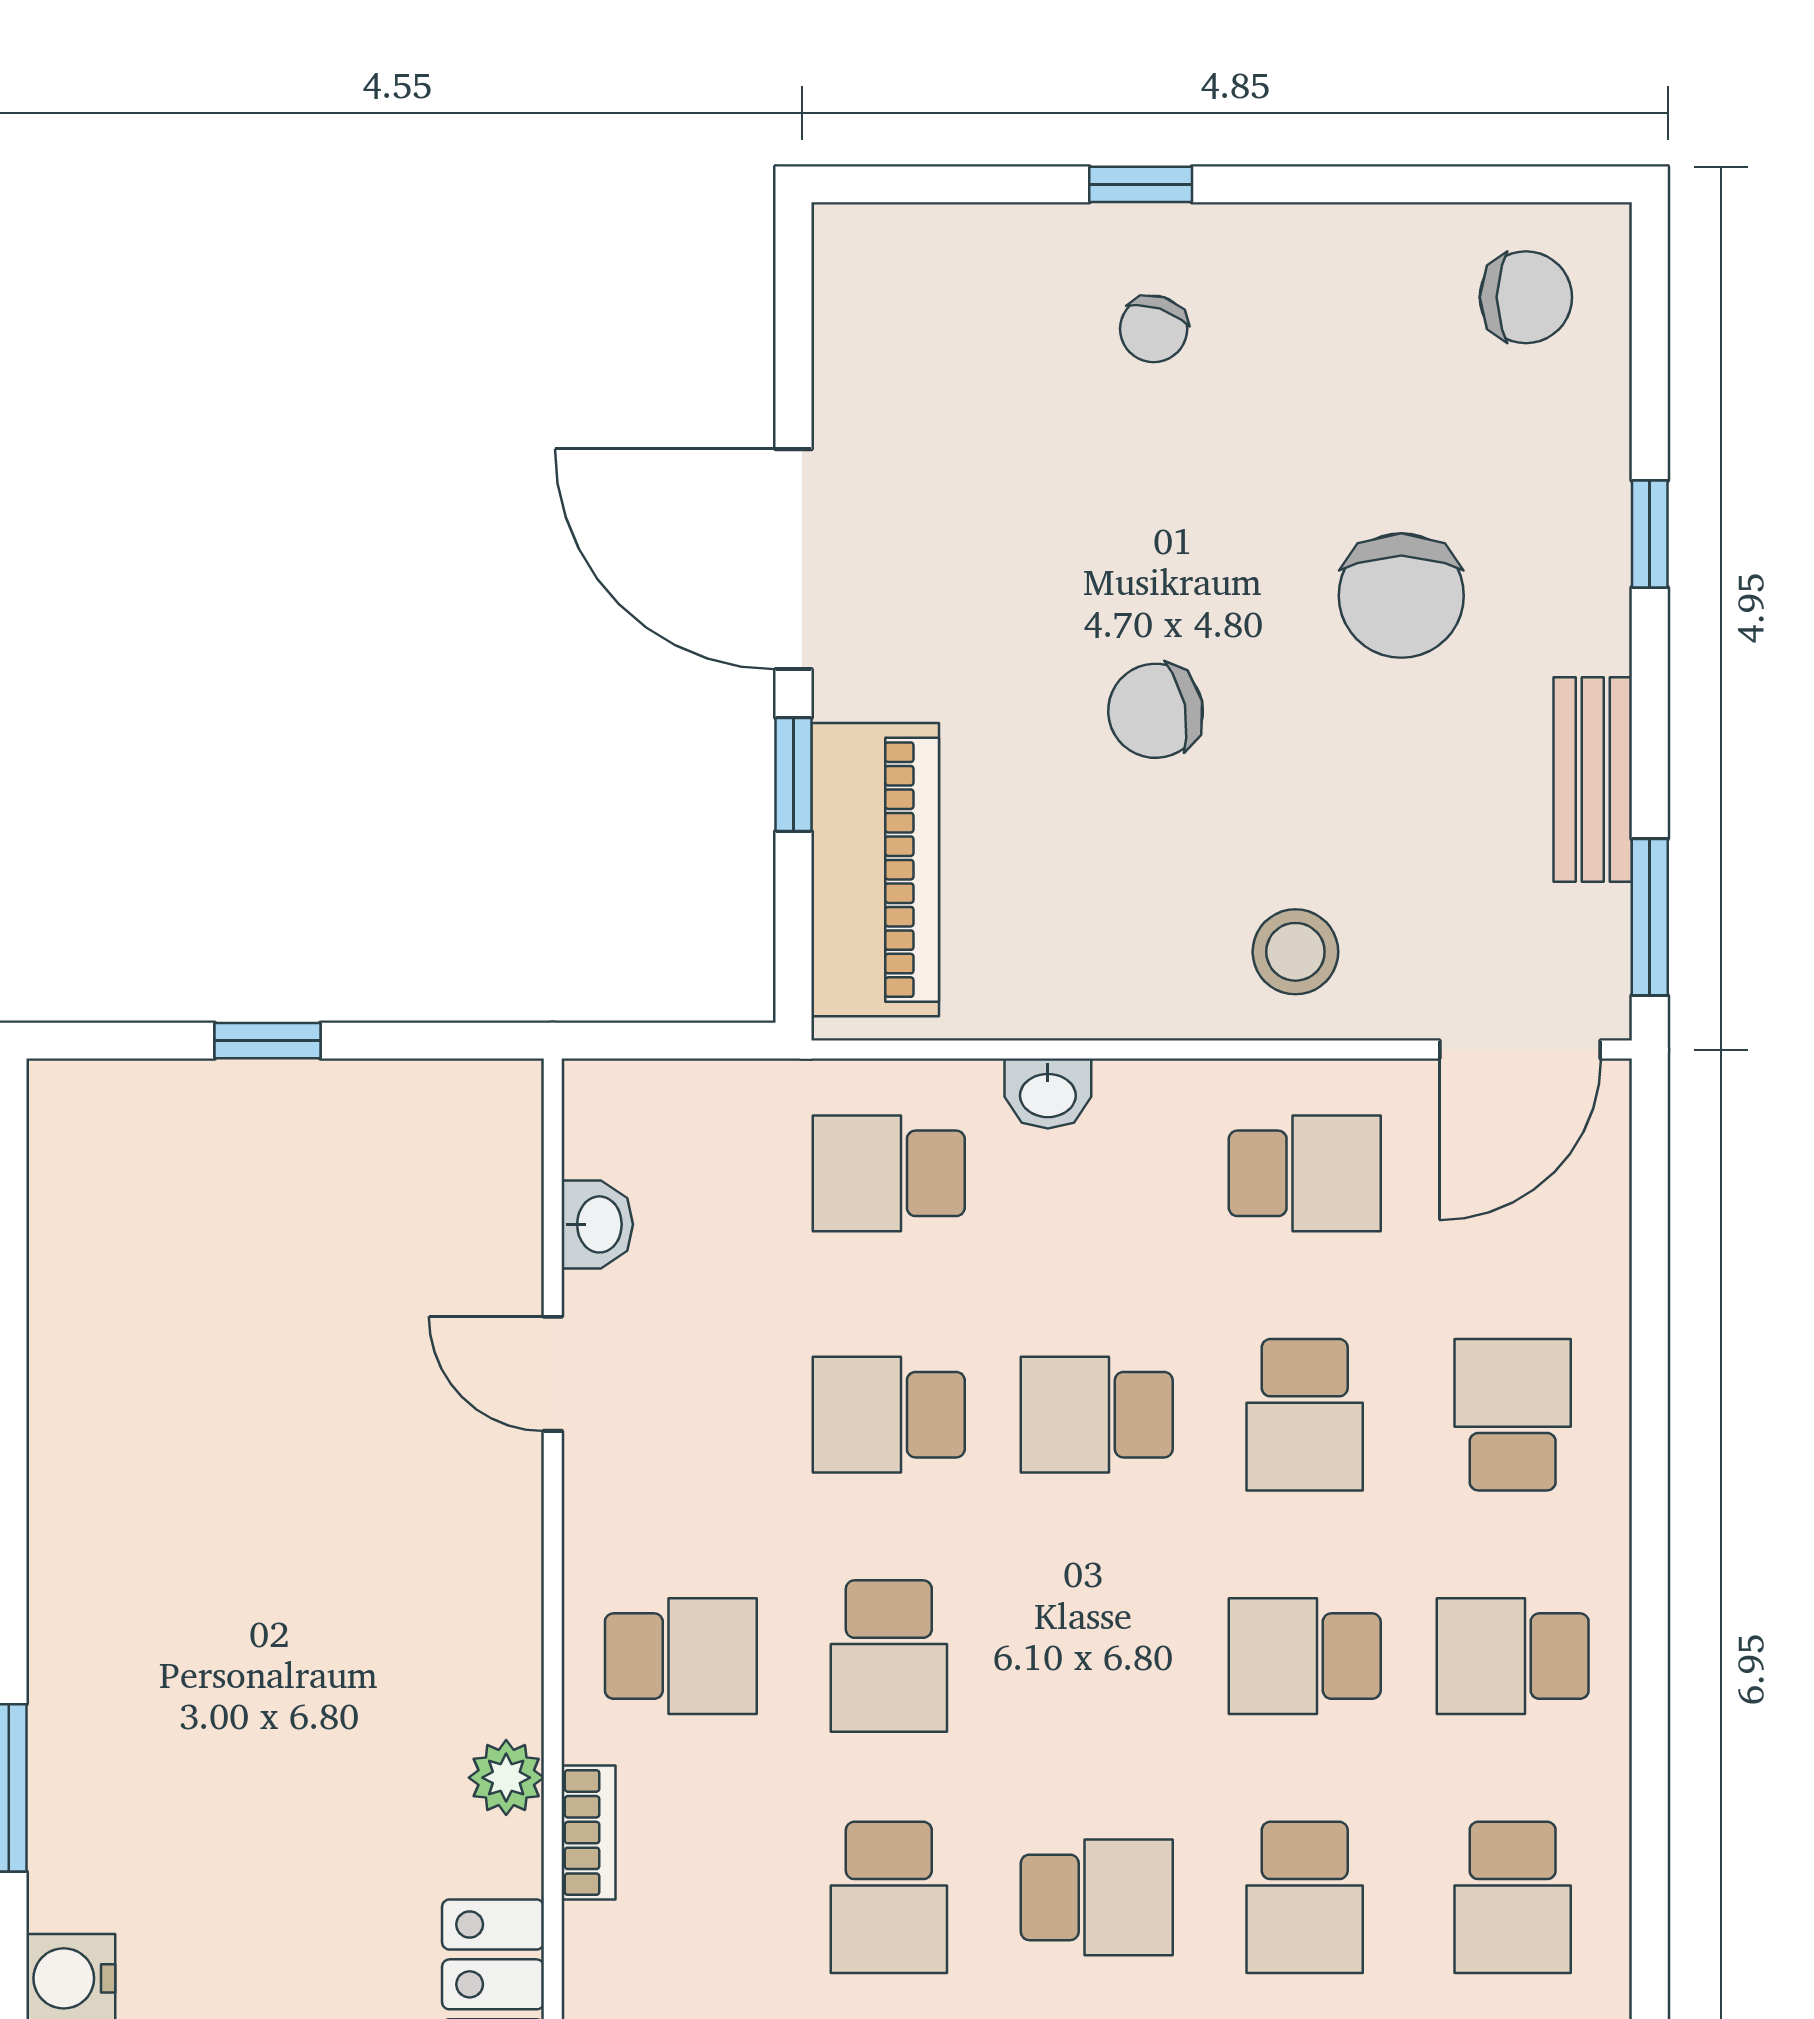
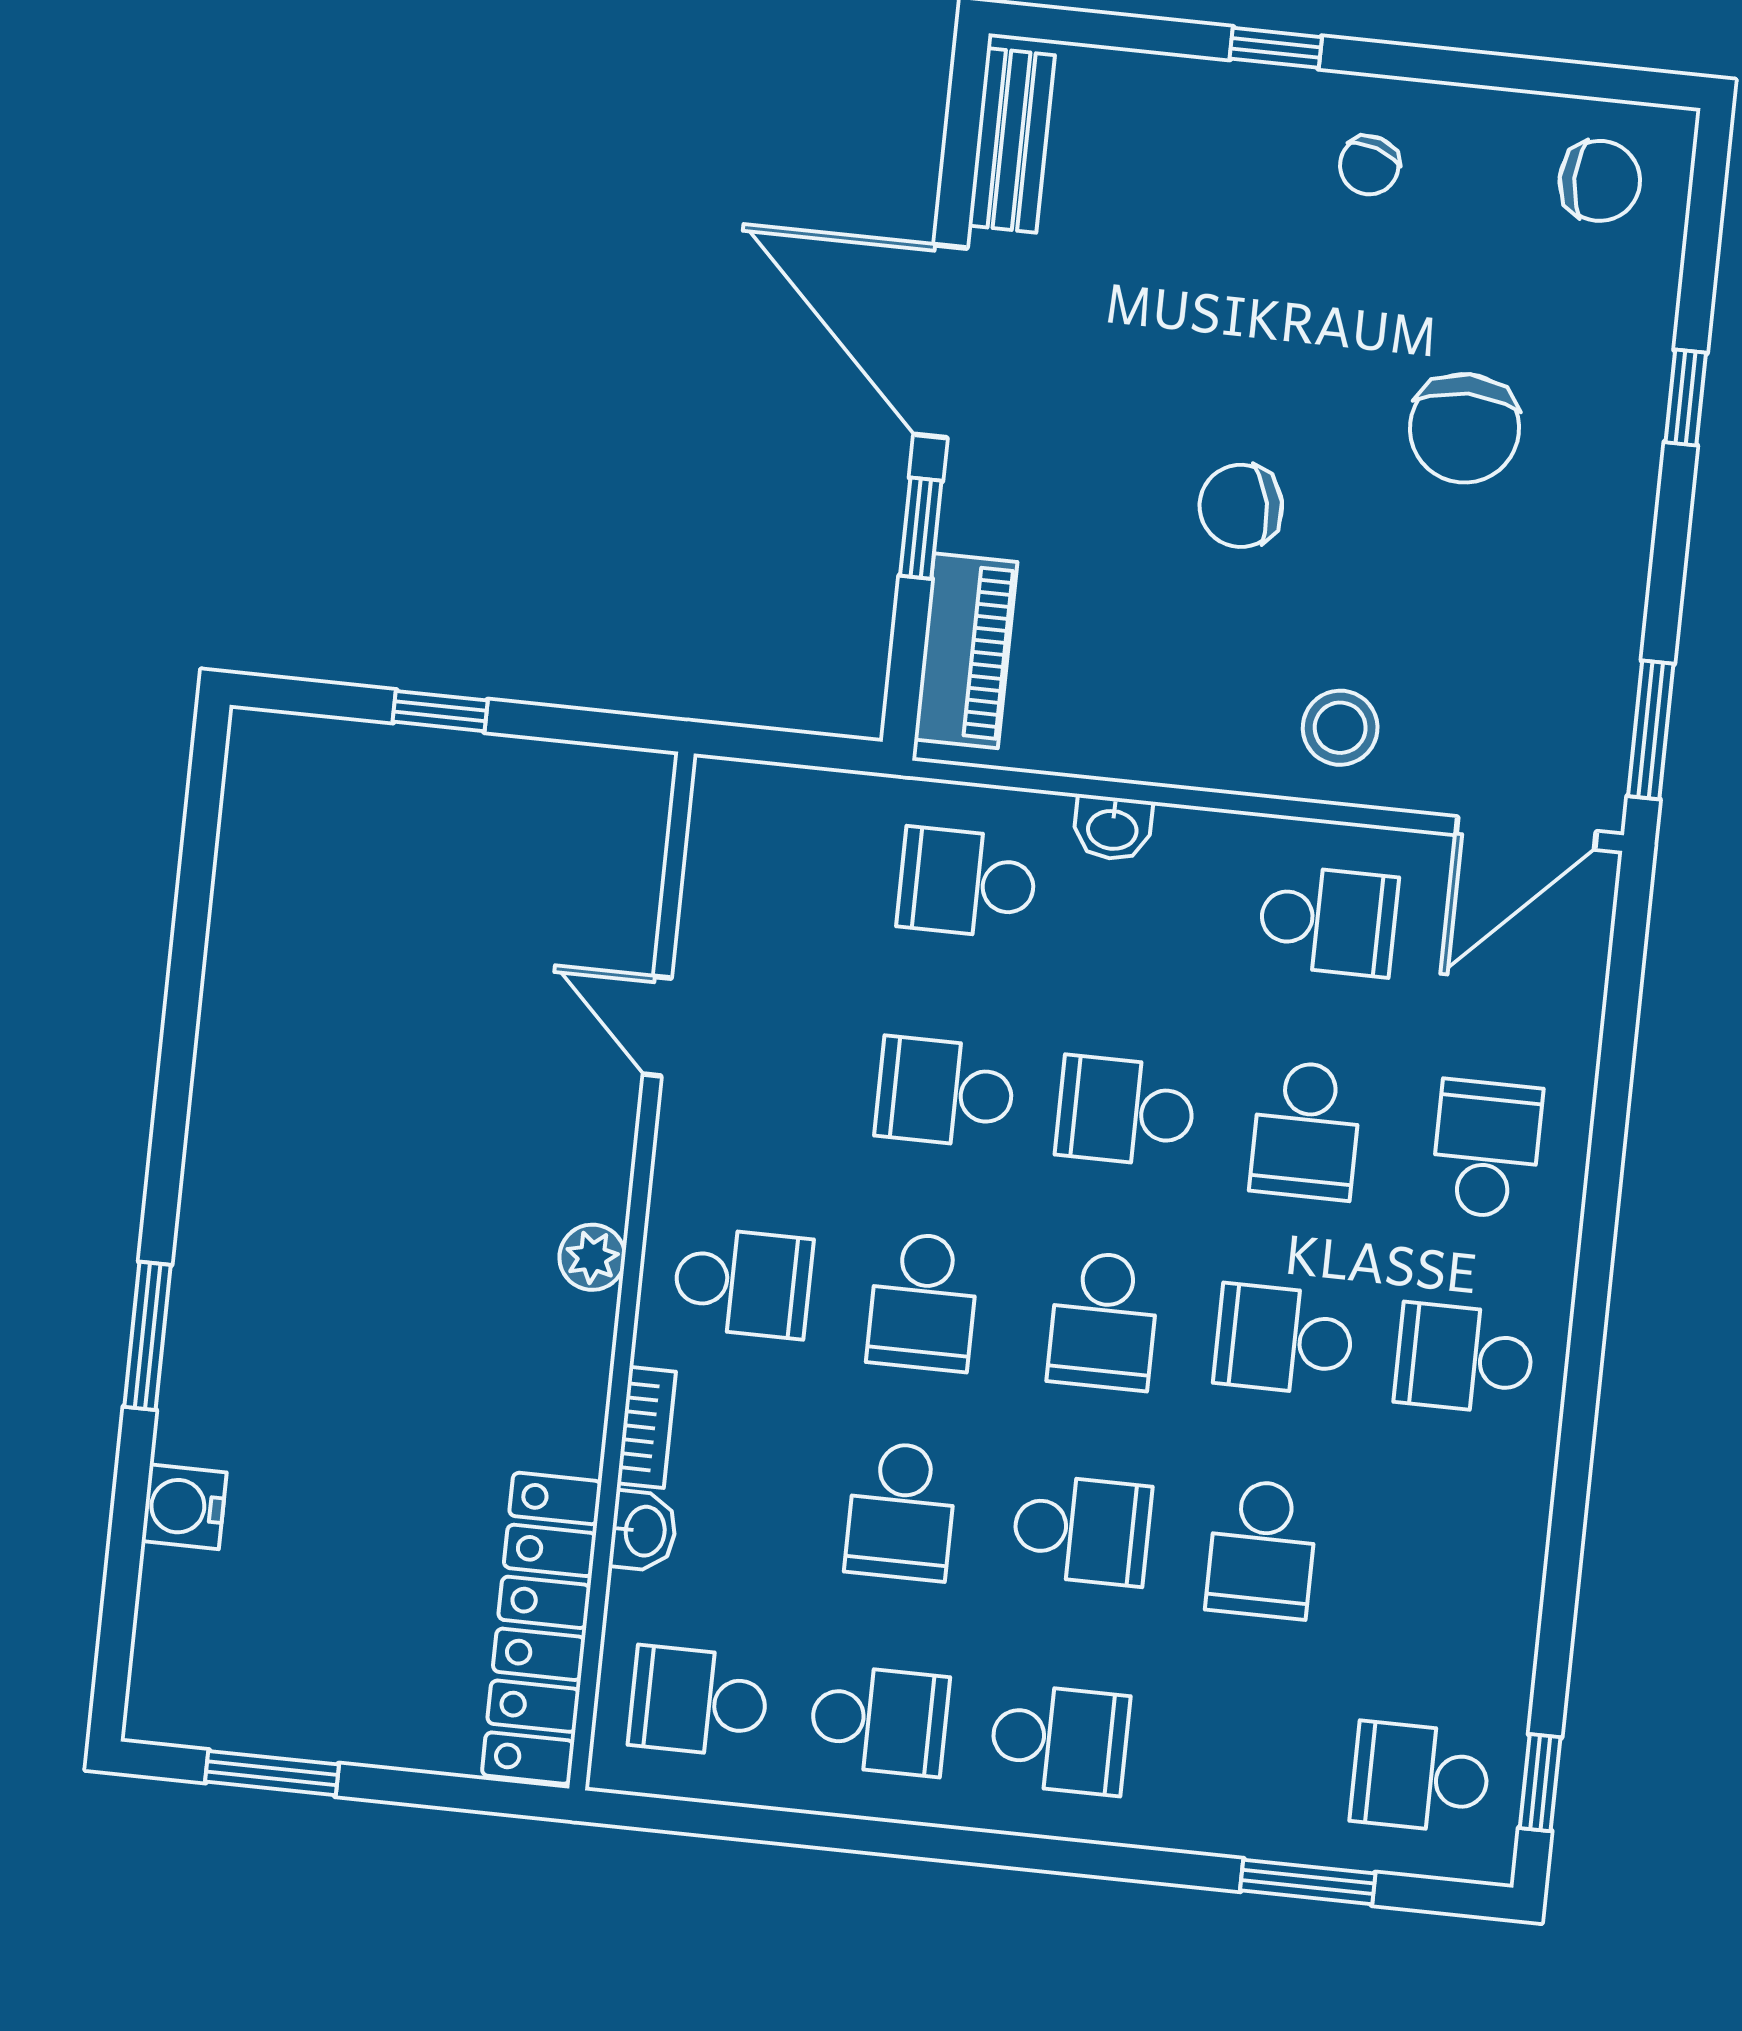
chair: (1154, 329) -> (1369, 165), moved
bench: (1593, 780) -> (1012, 140), moved
piano: (875, 870) -> (966, 651), width x0.73, depth x0.75
washbasin: (597, 1224) -> (643, 1531), moved
plant: (506, 1778) -> (592, 1257), moved
school desk: (1513, 1897) -> (1104, 1321), moved

